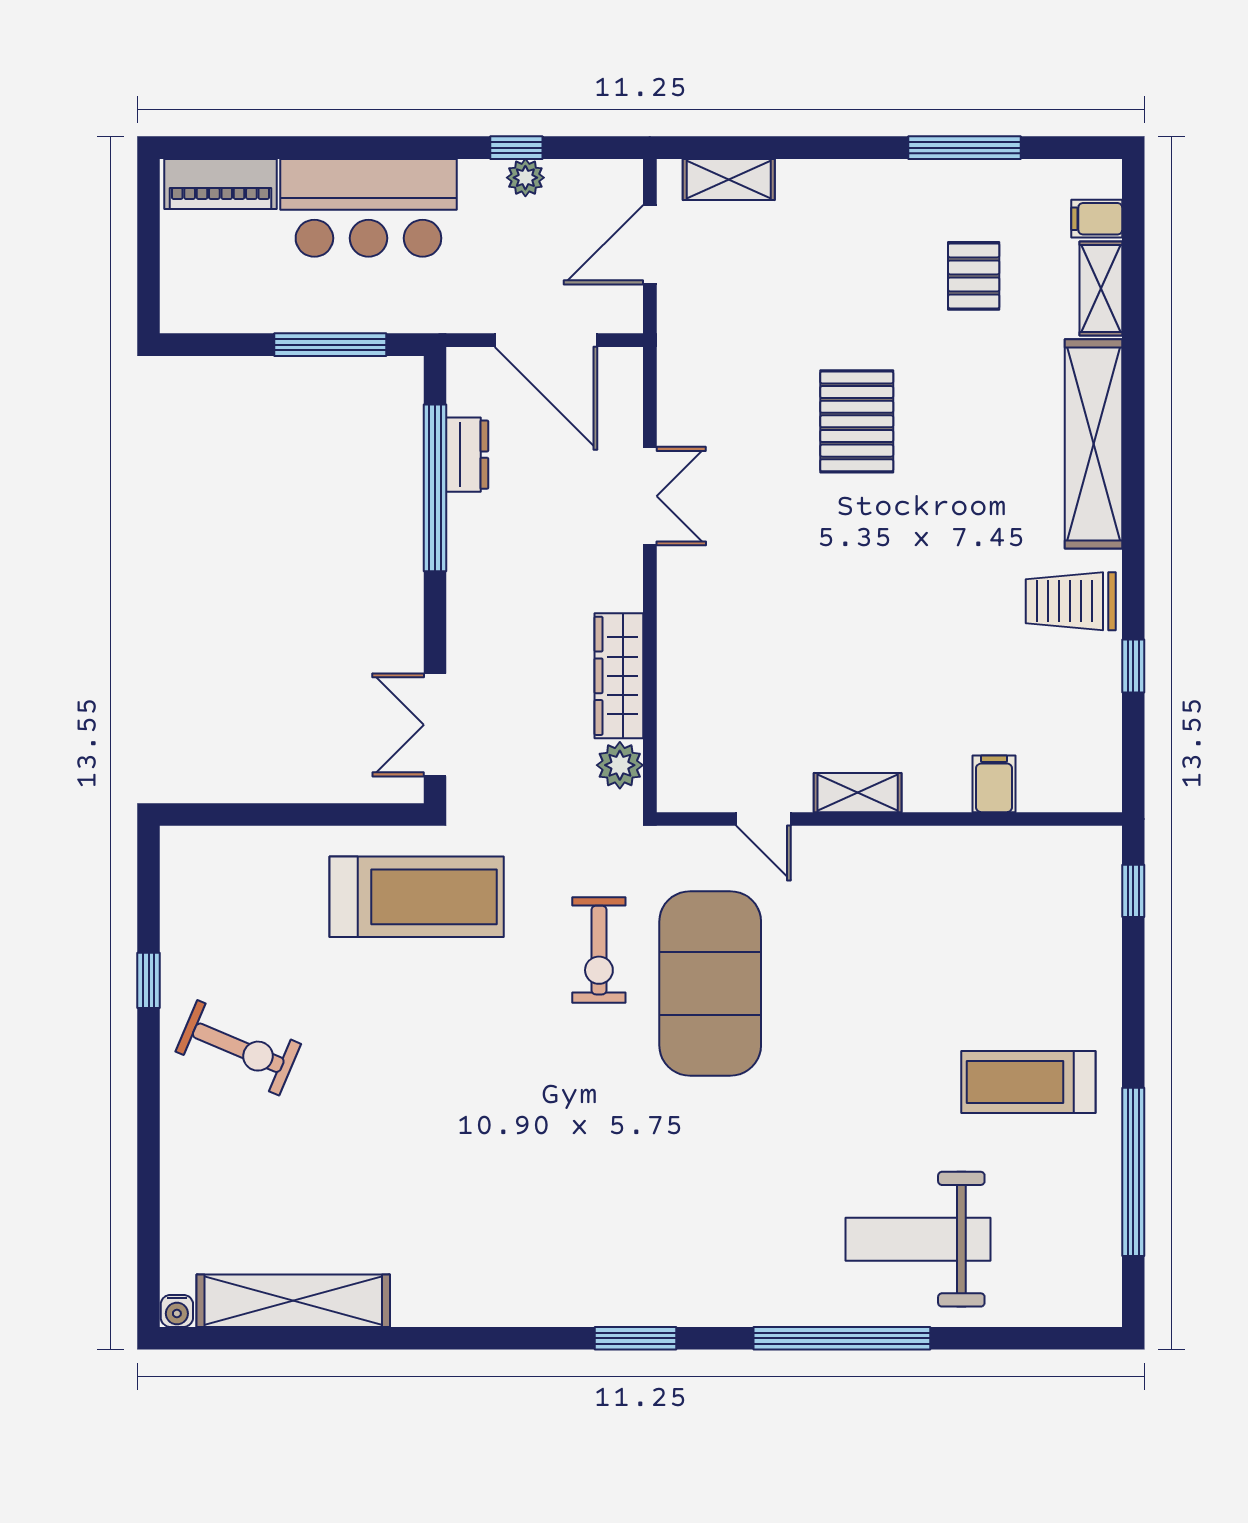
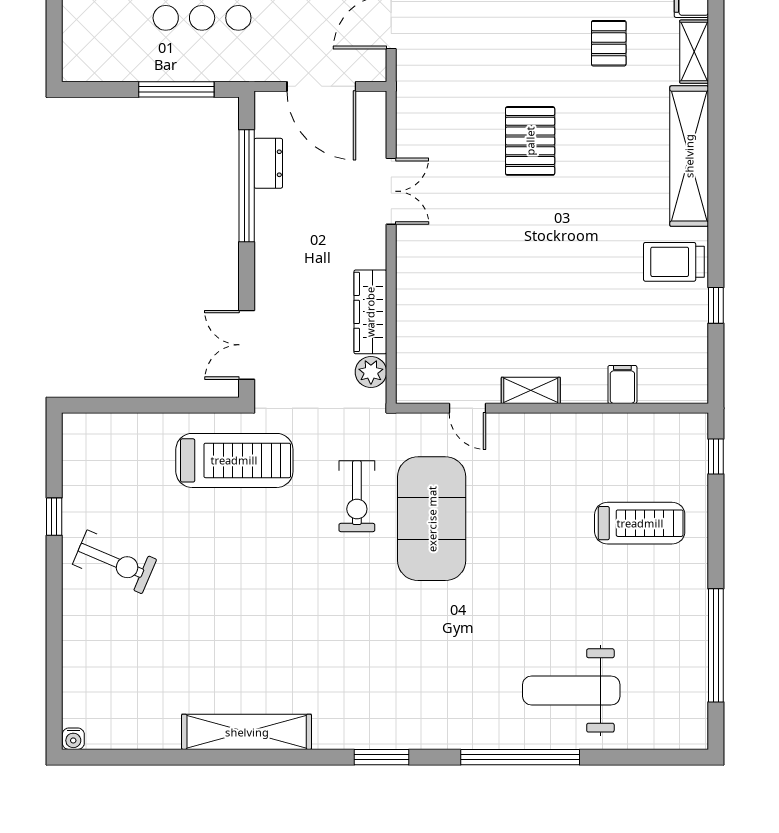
treadmill: (1028, 1082) -> (640, 523), moved, turned 180
shelving: (293, 1301) -> (247, 732), moved

